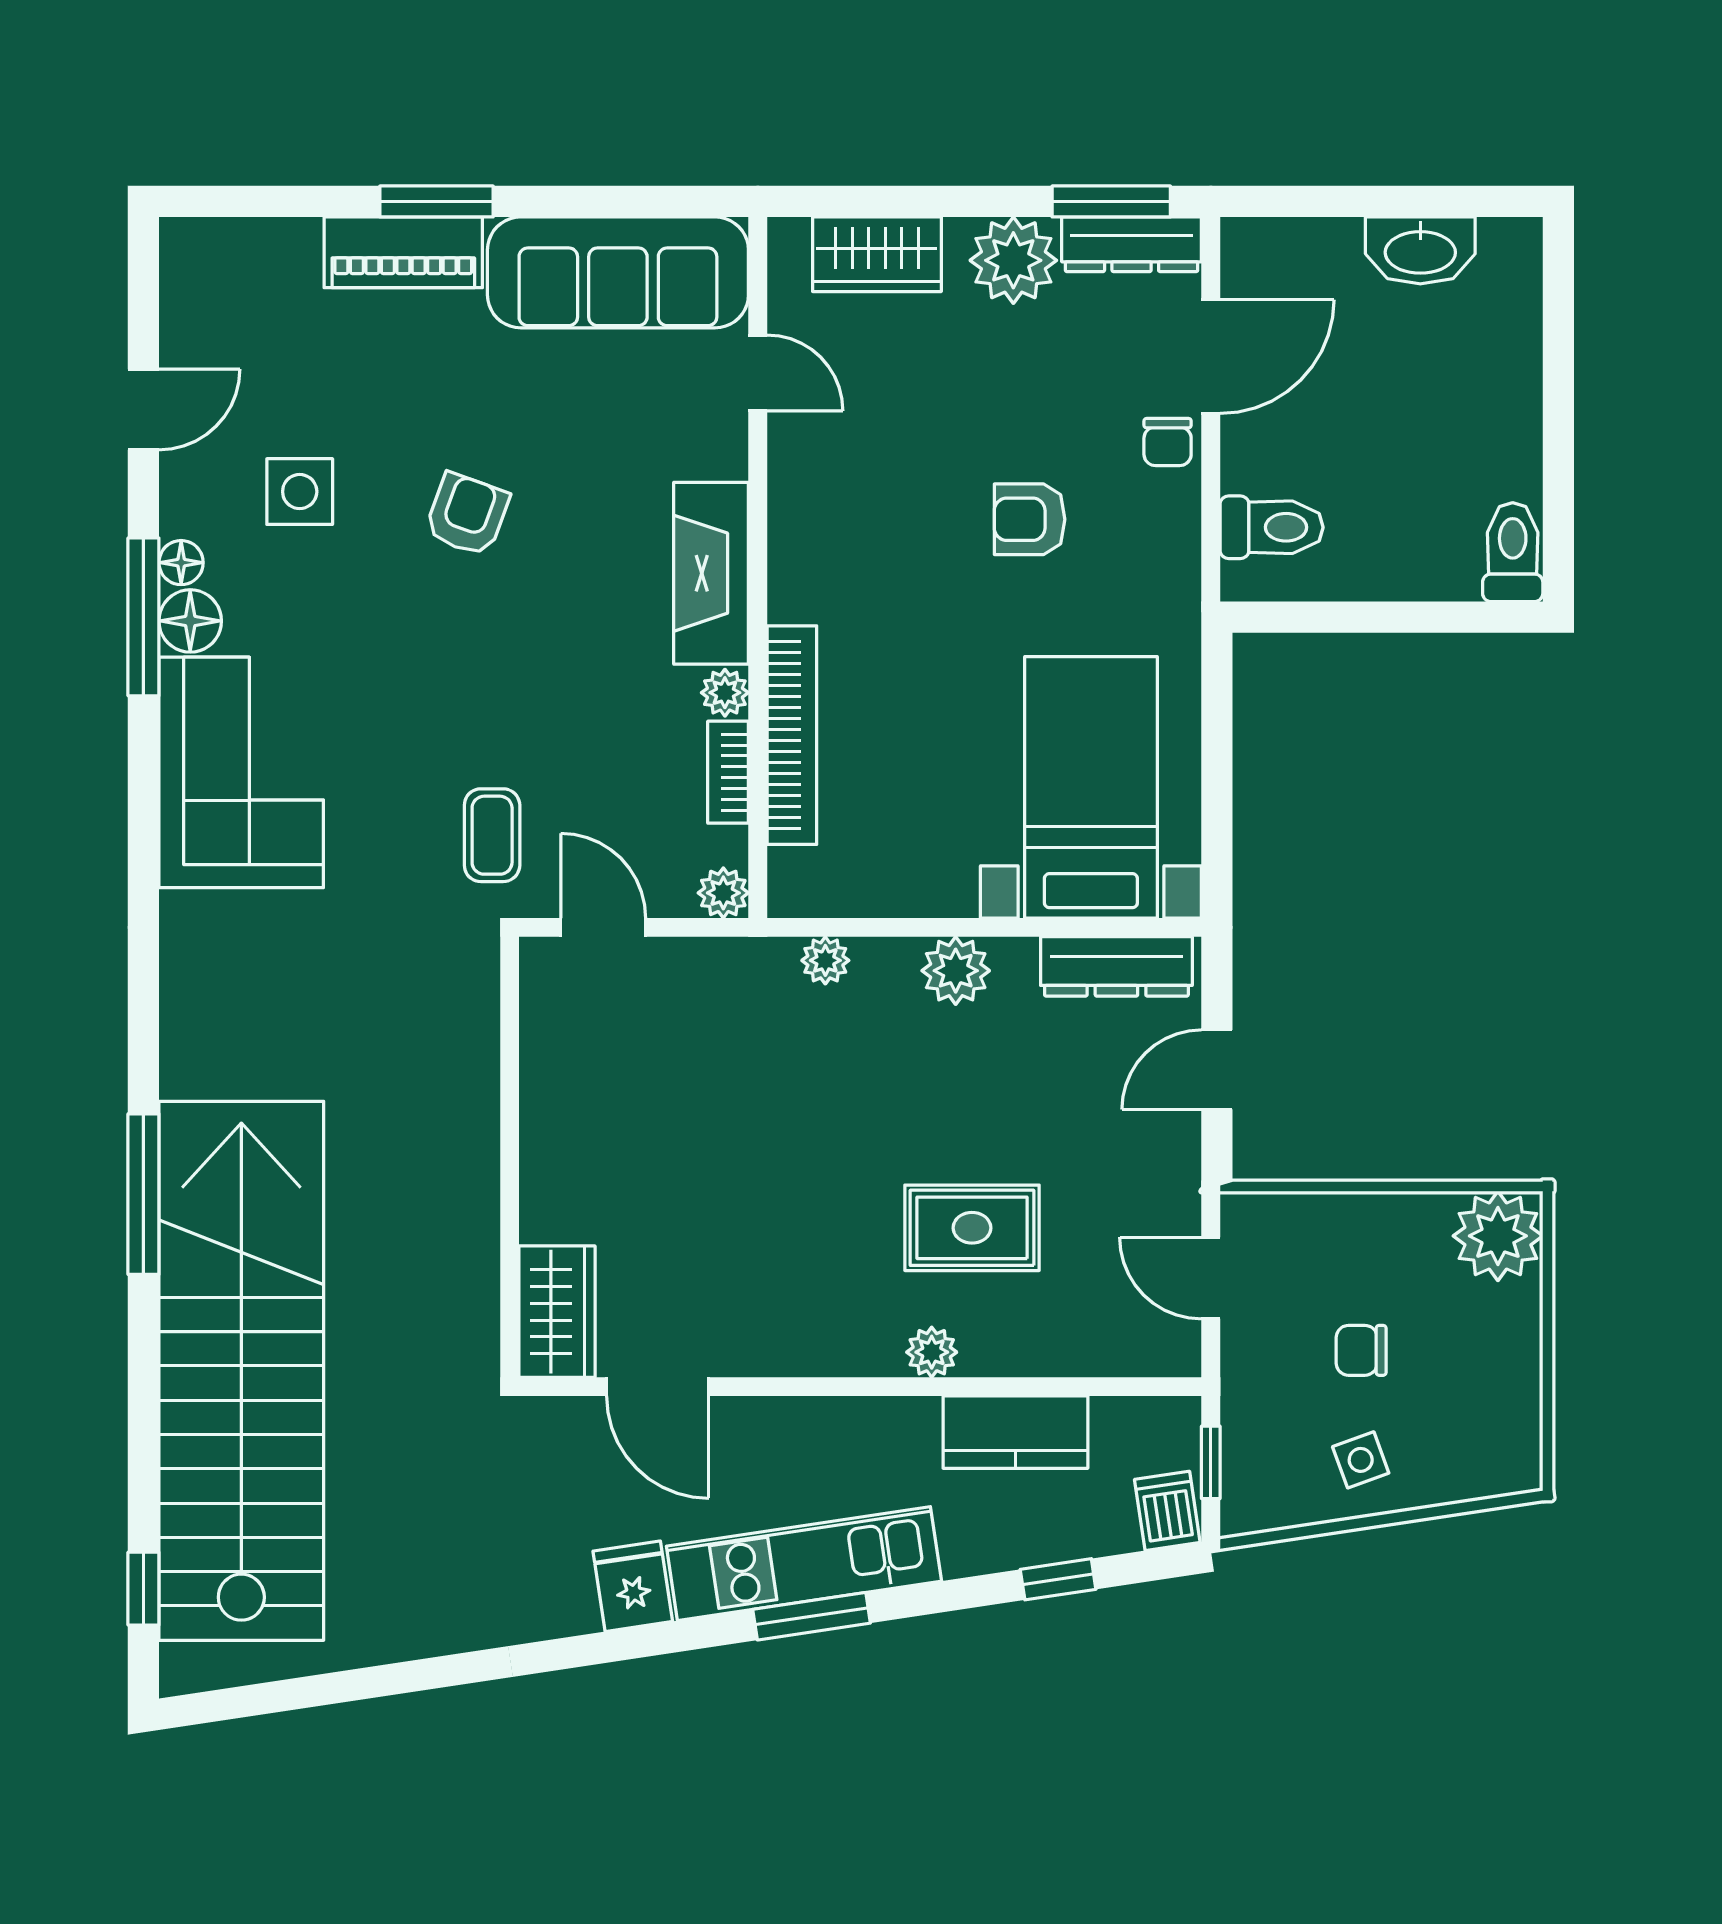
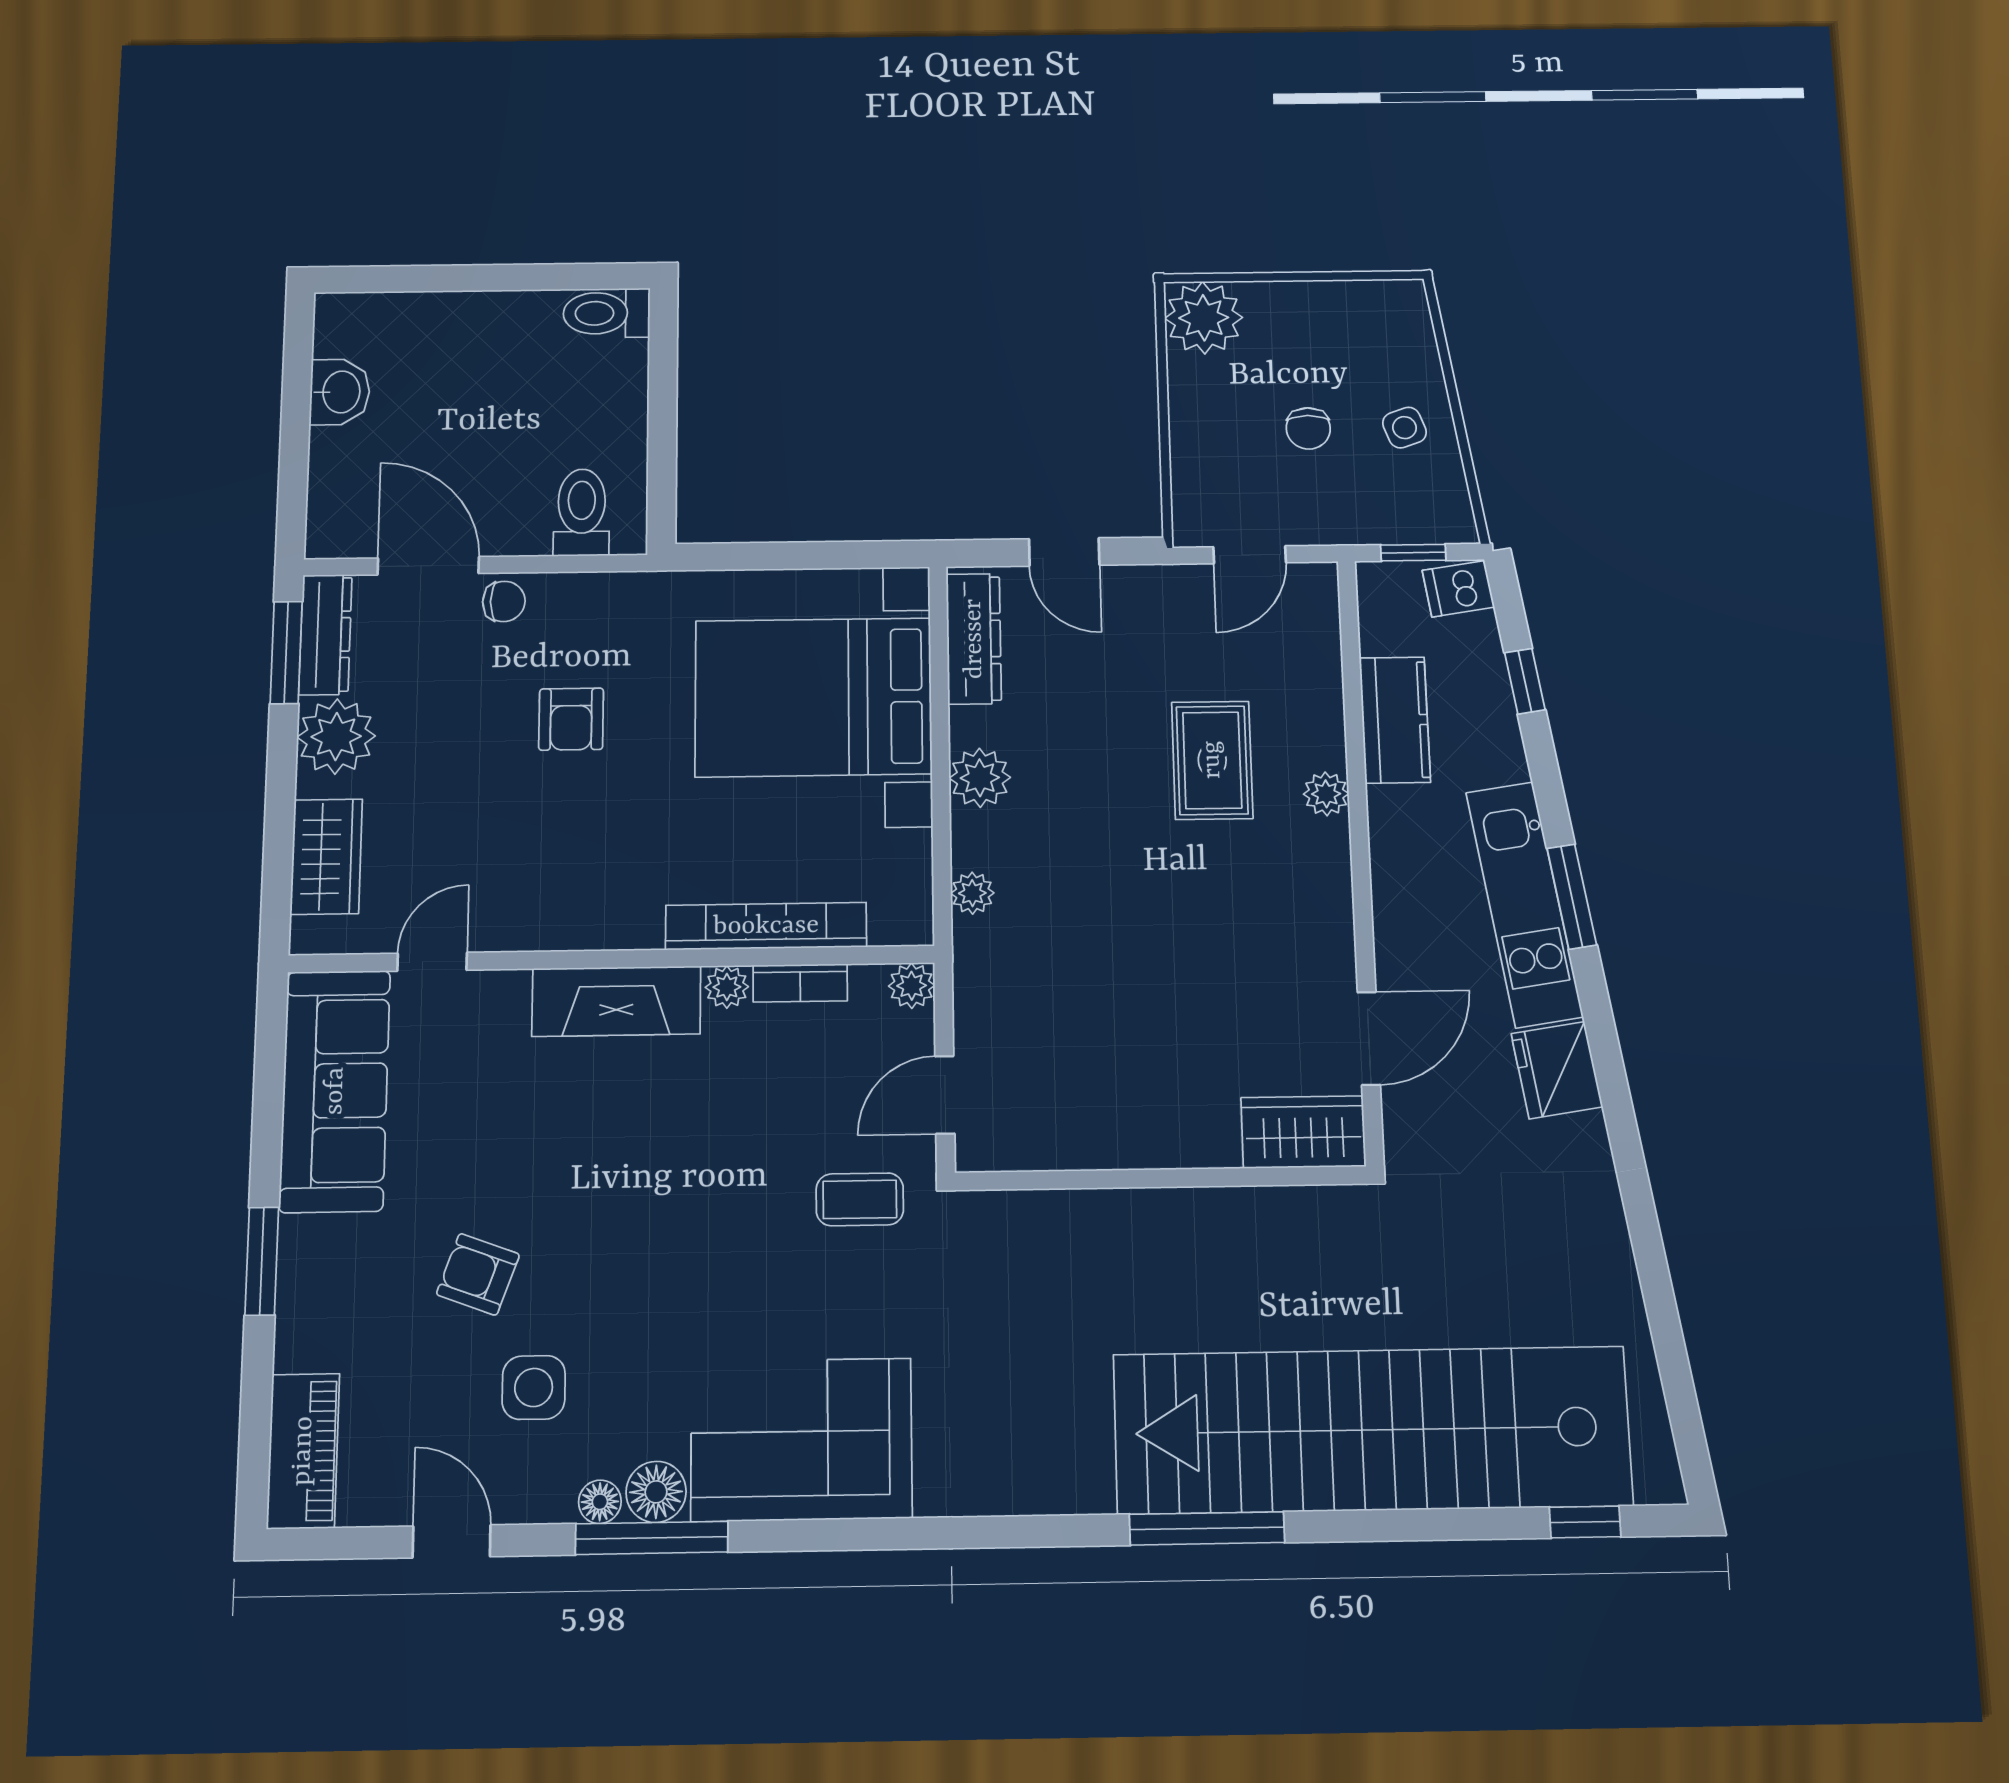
washbasin: (1420, 250) -> (340, 392), width x0.72
piano: (403, 252) -> (303, 1451), moved
armchair: (467, 514) -> (478, 1274), moved
bed with nightstands: (1091, 787) -> (813, 697), width x1.36
fridge: (633, 1586) -> (1557, 1070), width x1.38

